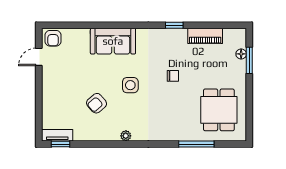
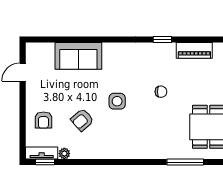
armchair: (53, 38) -> (43, 120), moved
sofa: (113, 41) -> (78, 56), moved
plant: (126, 136) -> (64, 154), moved

